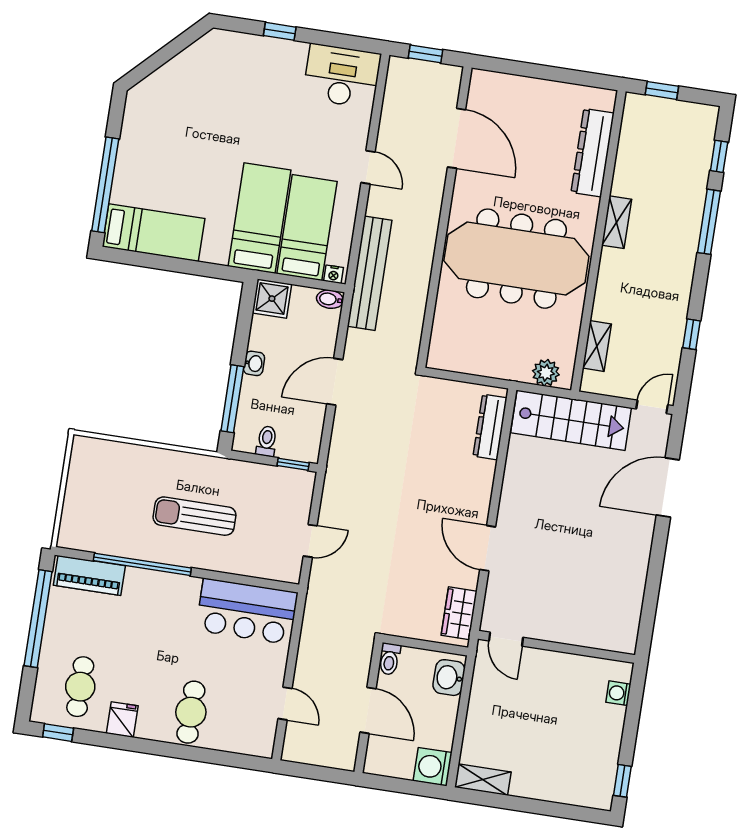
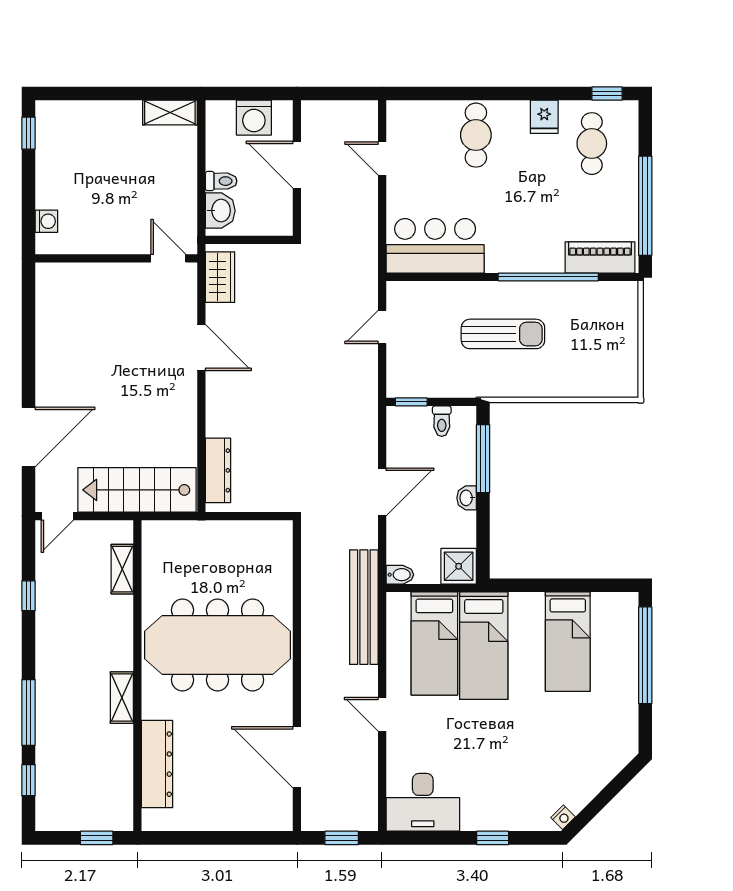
bed: (153, 233) -> (568, 642), moved, turned -90
nightstand: (334, 274) -> (563, 817), moved, turned 135
plant: (546, 373) -> (170, 534), removed
toilet: (389, 659) -> (221, 181), moved, turned 90
washing machine: (433, 767) -> (254, 118), moved, turned 90

